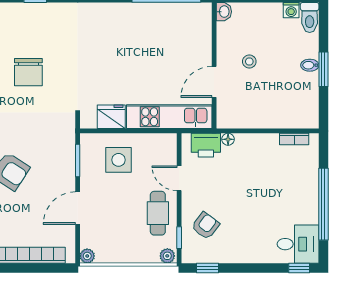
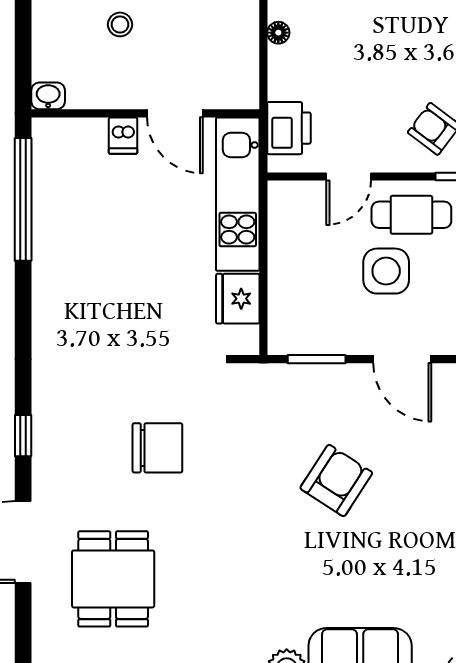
dishwasher: (202, 53) -> (123, 136), added
stool: (249, 61) -> (120, 24), moved
floor lamp: (228, 139) -> (278, 33), moved
side table: (118, 160) -> (386, 271), moved

